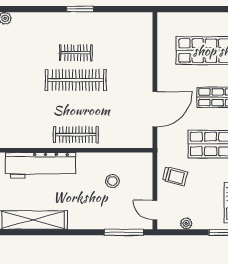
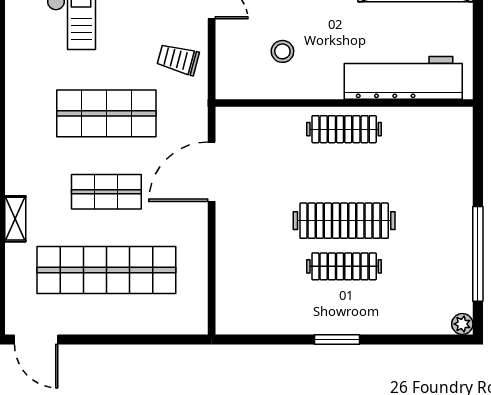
clothes rail: (76, 53) -> (344, 266), width x1.36

